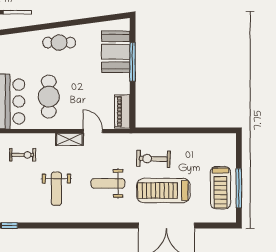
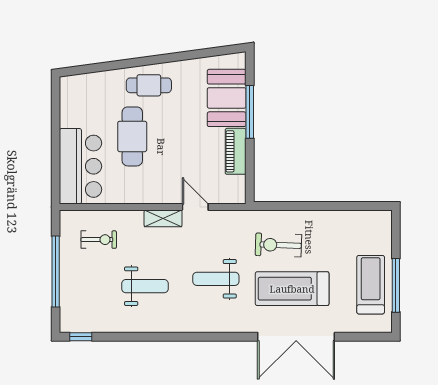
cafe table: (49, 97) -> (132, 136), moved
piano: (122, 112) -> (236, 151), moved
treadmill: (220, 188) -> (371, 285), turned 180
weight bench: (56, 189) -> (145, 286), turned -90

